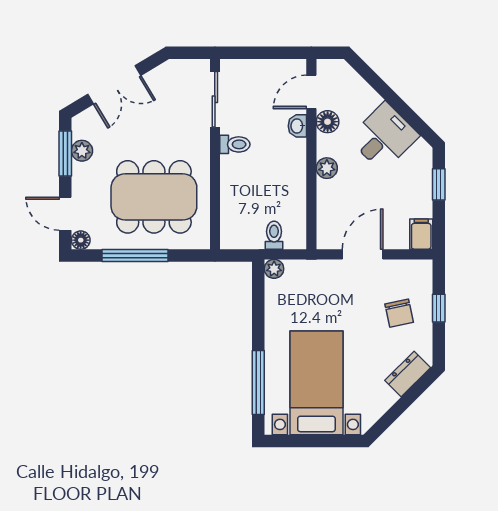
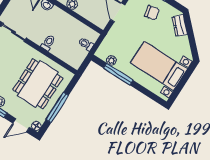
toilet: (235, 144) -> (48, 43), moved
plant: (274, 269) -> (111, 60), moved
window: (258, 382) -> (118, 74), moved

